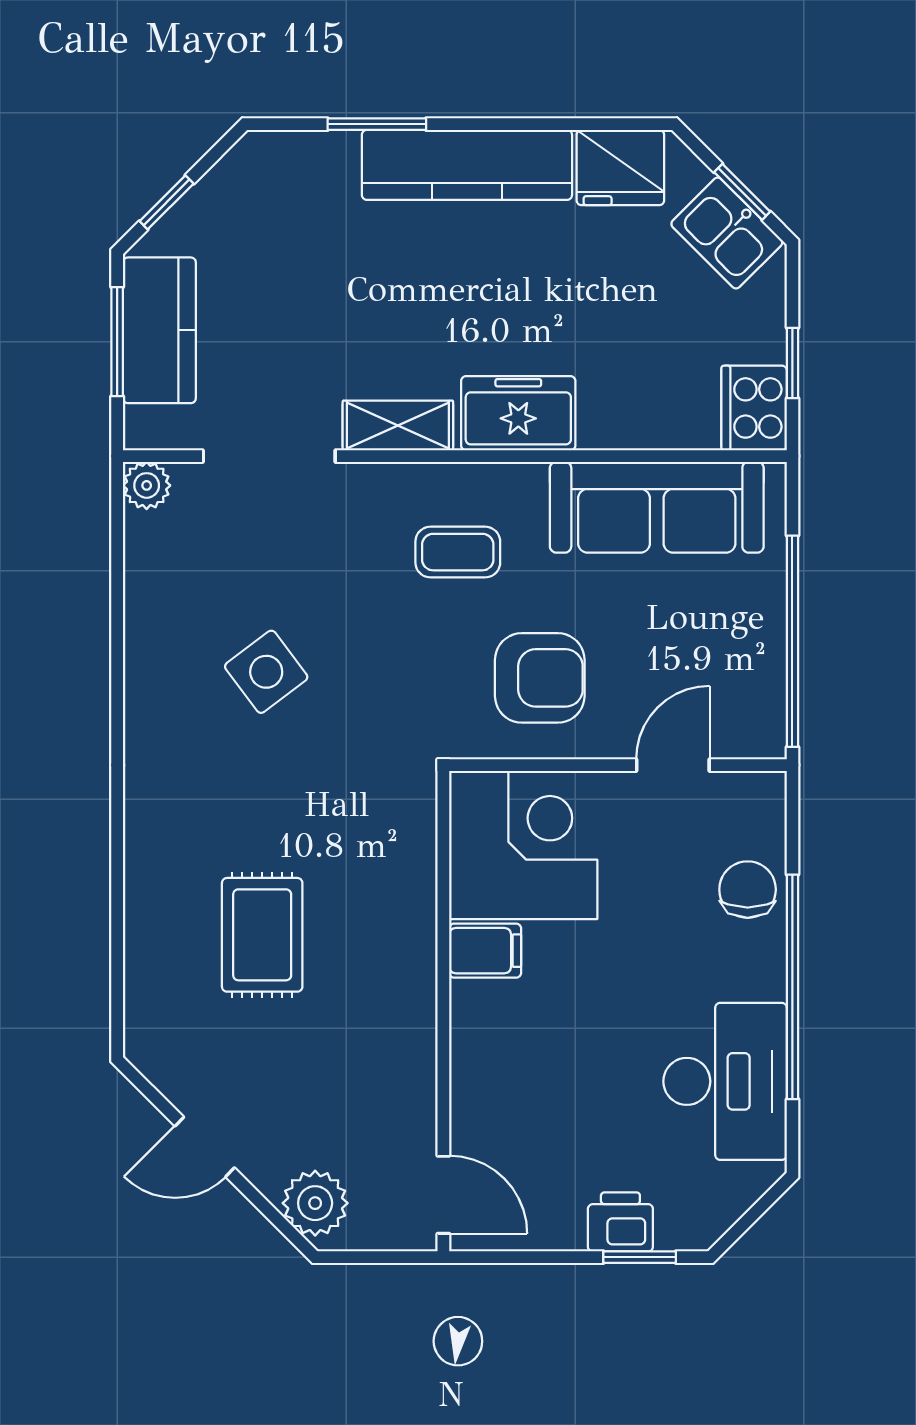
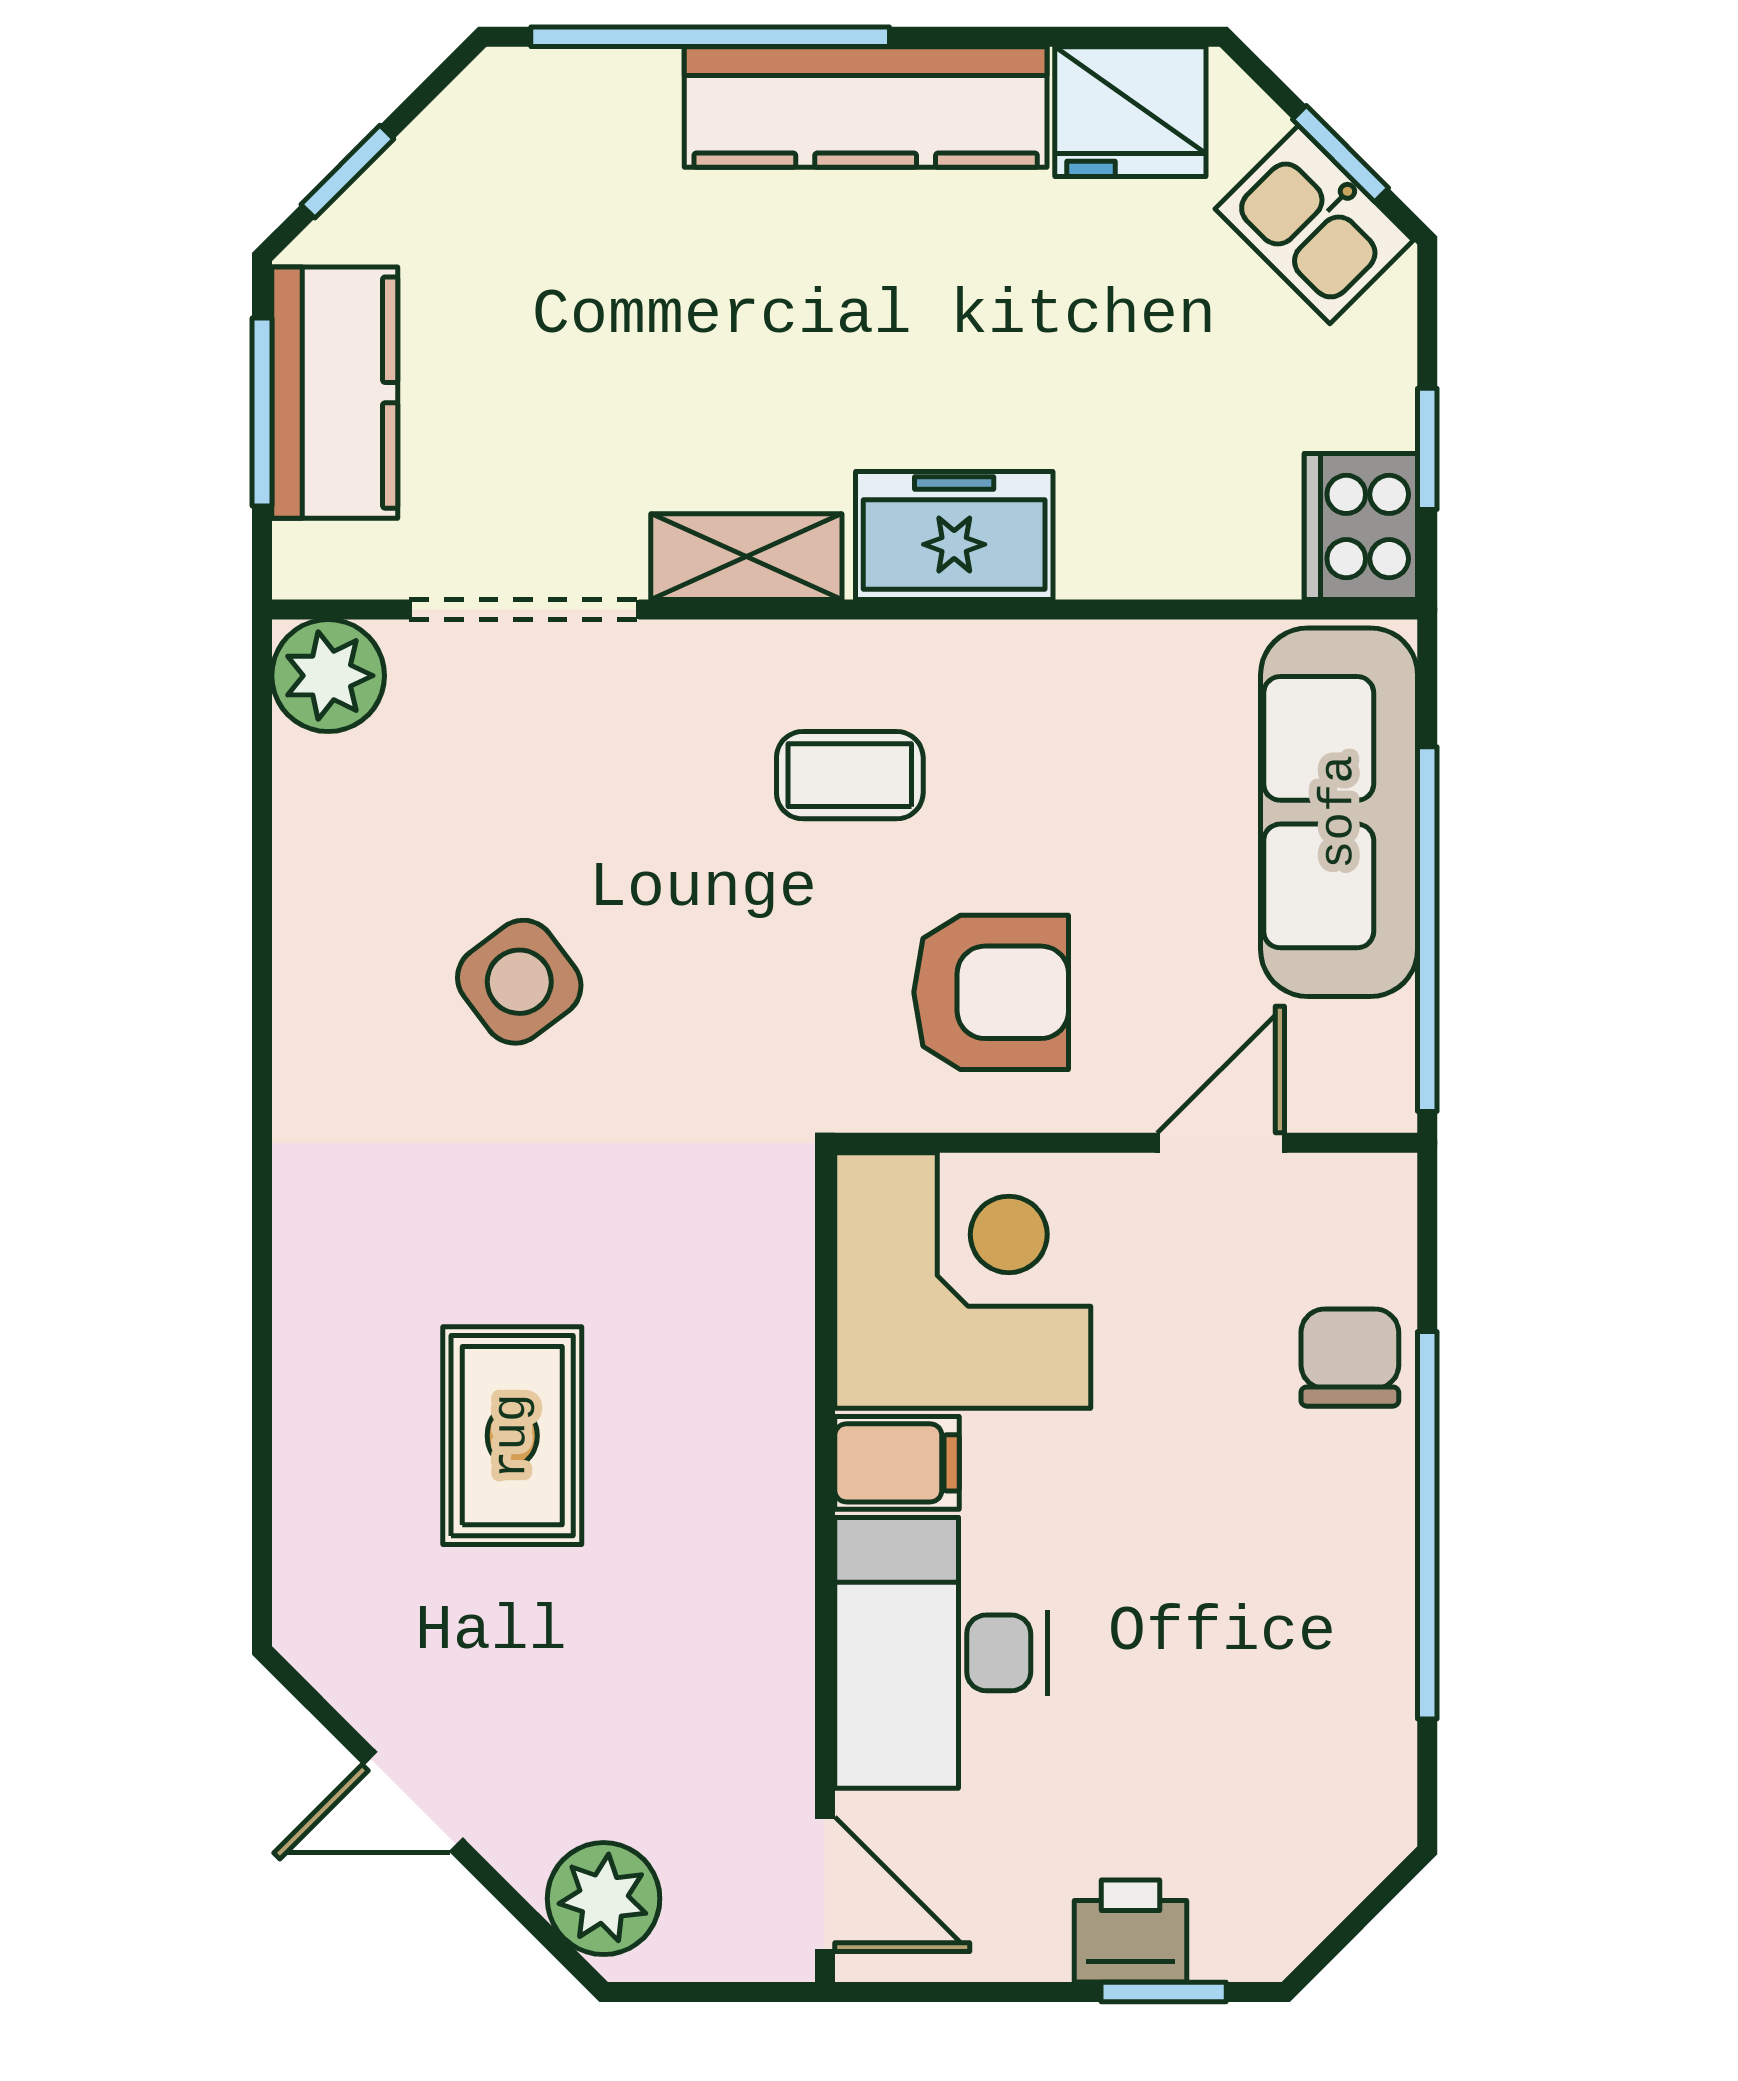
window: (377, 124) -> (710, 37), width x2.11
plant: (147, 485) -> (328, 676), width x1.38, depth x1.38
sofa: (657, 507) -> (1339, 812), moved, turned 90
desk: (725, 1081) -> (941, 1653), moved, turned 180

